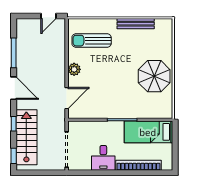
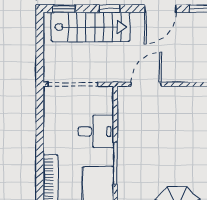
plant: (74, 69) -> (187, 95), removed
door: (67, 98) -> (146, 84), swing flipped
desk: (103, 158) -> (96, 132), moved, turned 180

